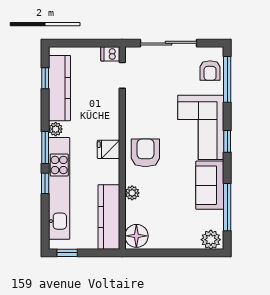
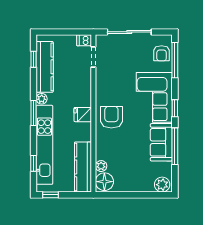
window: (45, 183) -> (34, 163), moved
plant: (132, 193) -> (101, 166), moved
window: (227, 207) -> (175, 146), moved

